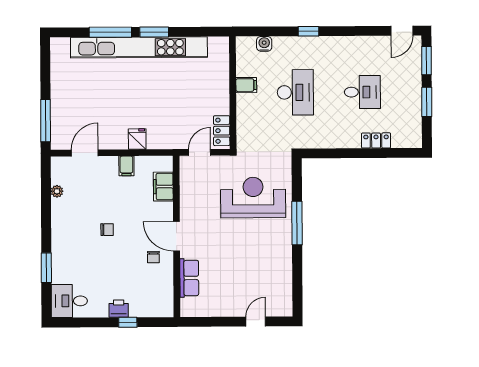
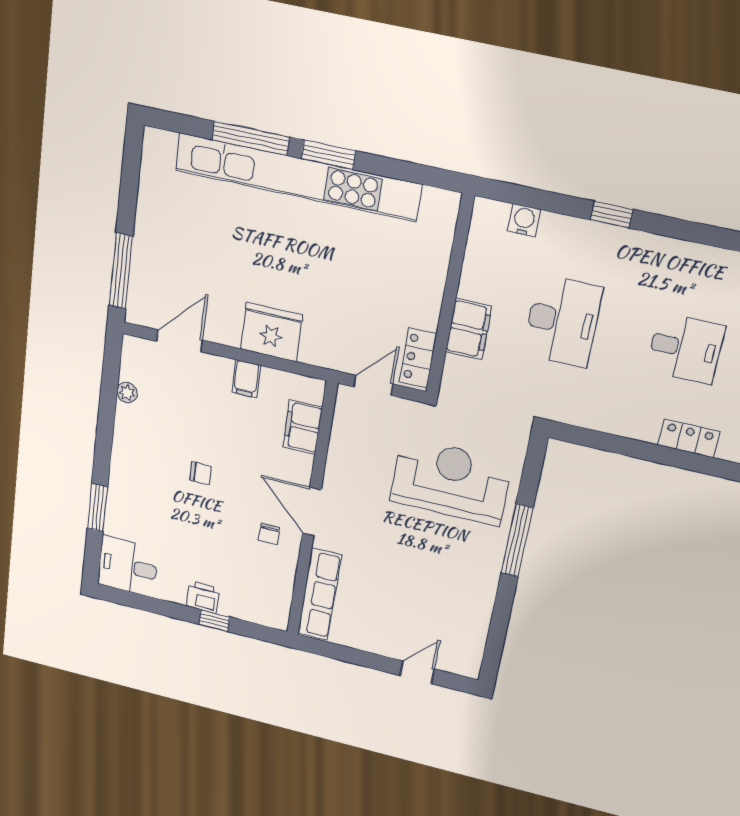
filing cabinet: (246, 85) -> (469, 329), moved, width x2.00
fridge: (137, 139) -> (271, 332), width x1.88, depth x1.34
row of seats: (189, 278) -> (320, 594), width x1.48

